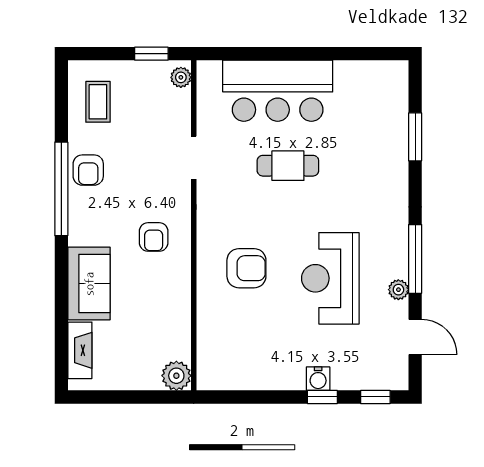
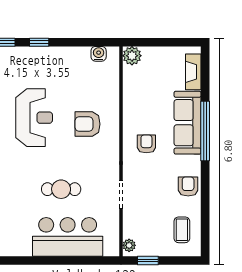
window: (61, 189) -> (205, 131), moved
sofa: (89, 284) -> (188, 123), width x1.36
water cooler: (318, 379) -> (99, 54), moved

